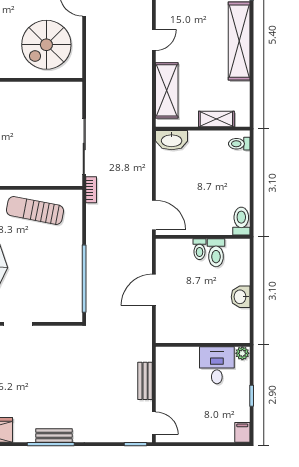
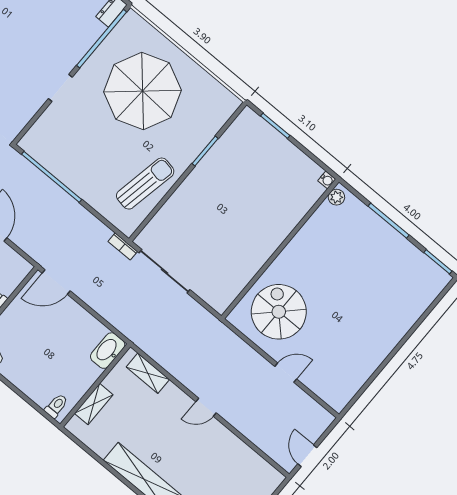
door: (154, 40) -> (206, 407), hinge flipped
shelving: (167, 90) -> (148, 373), width x0.67, depth x0.75

